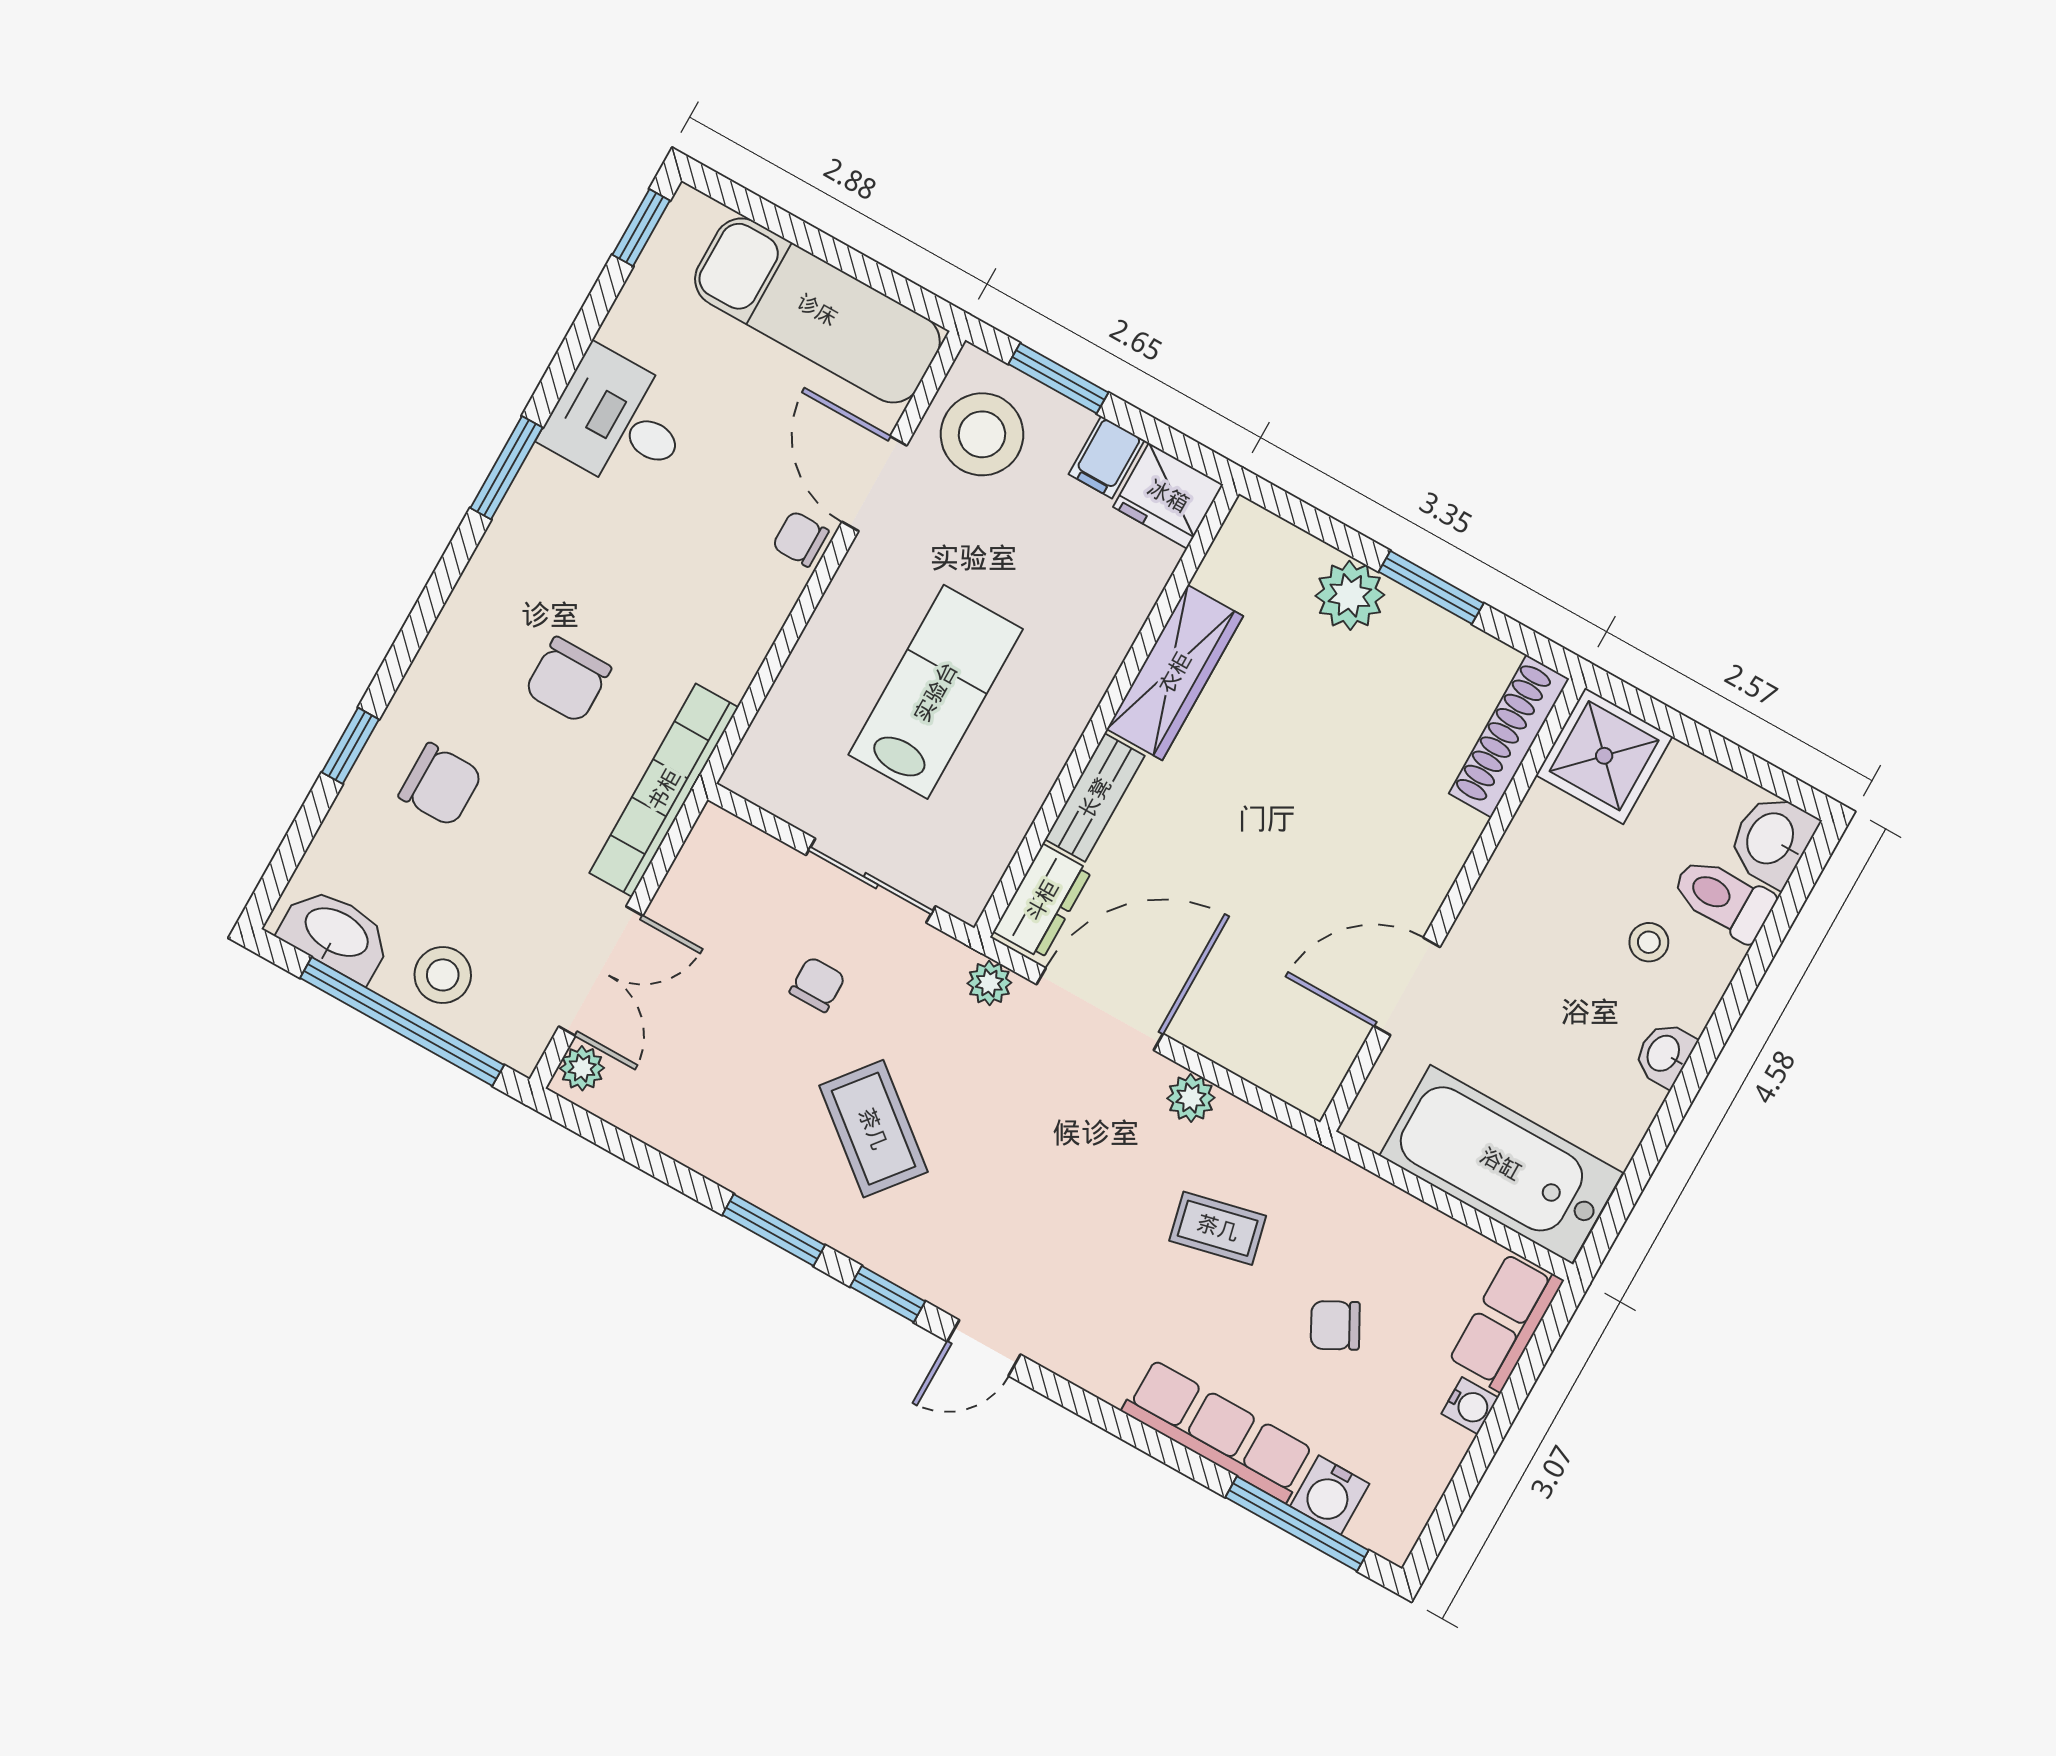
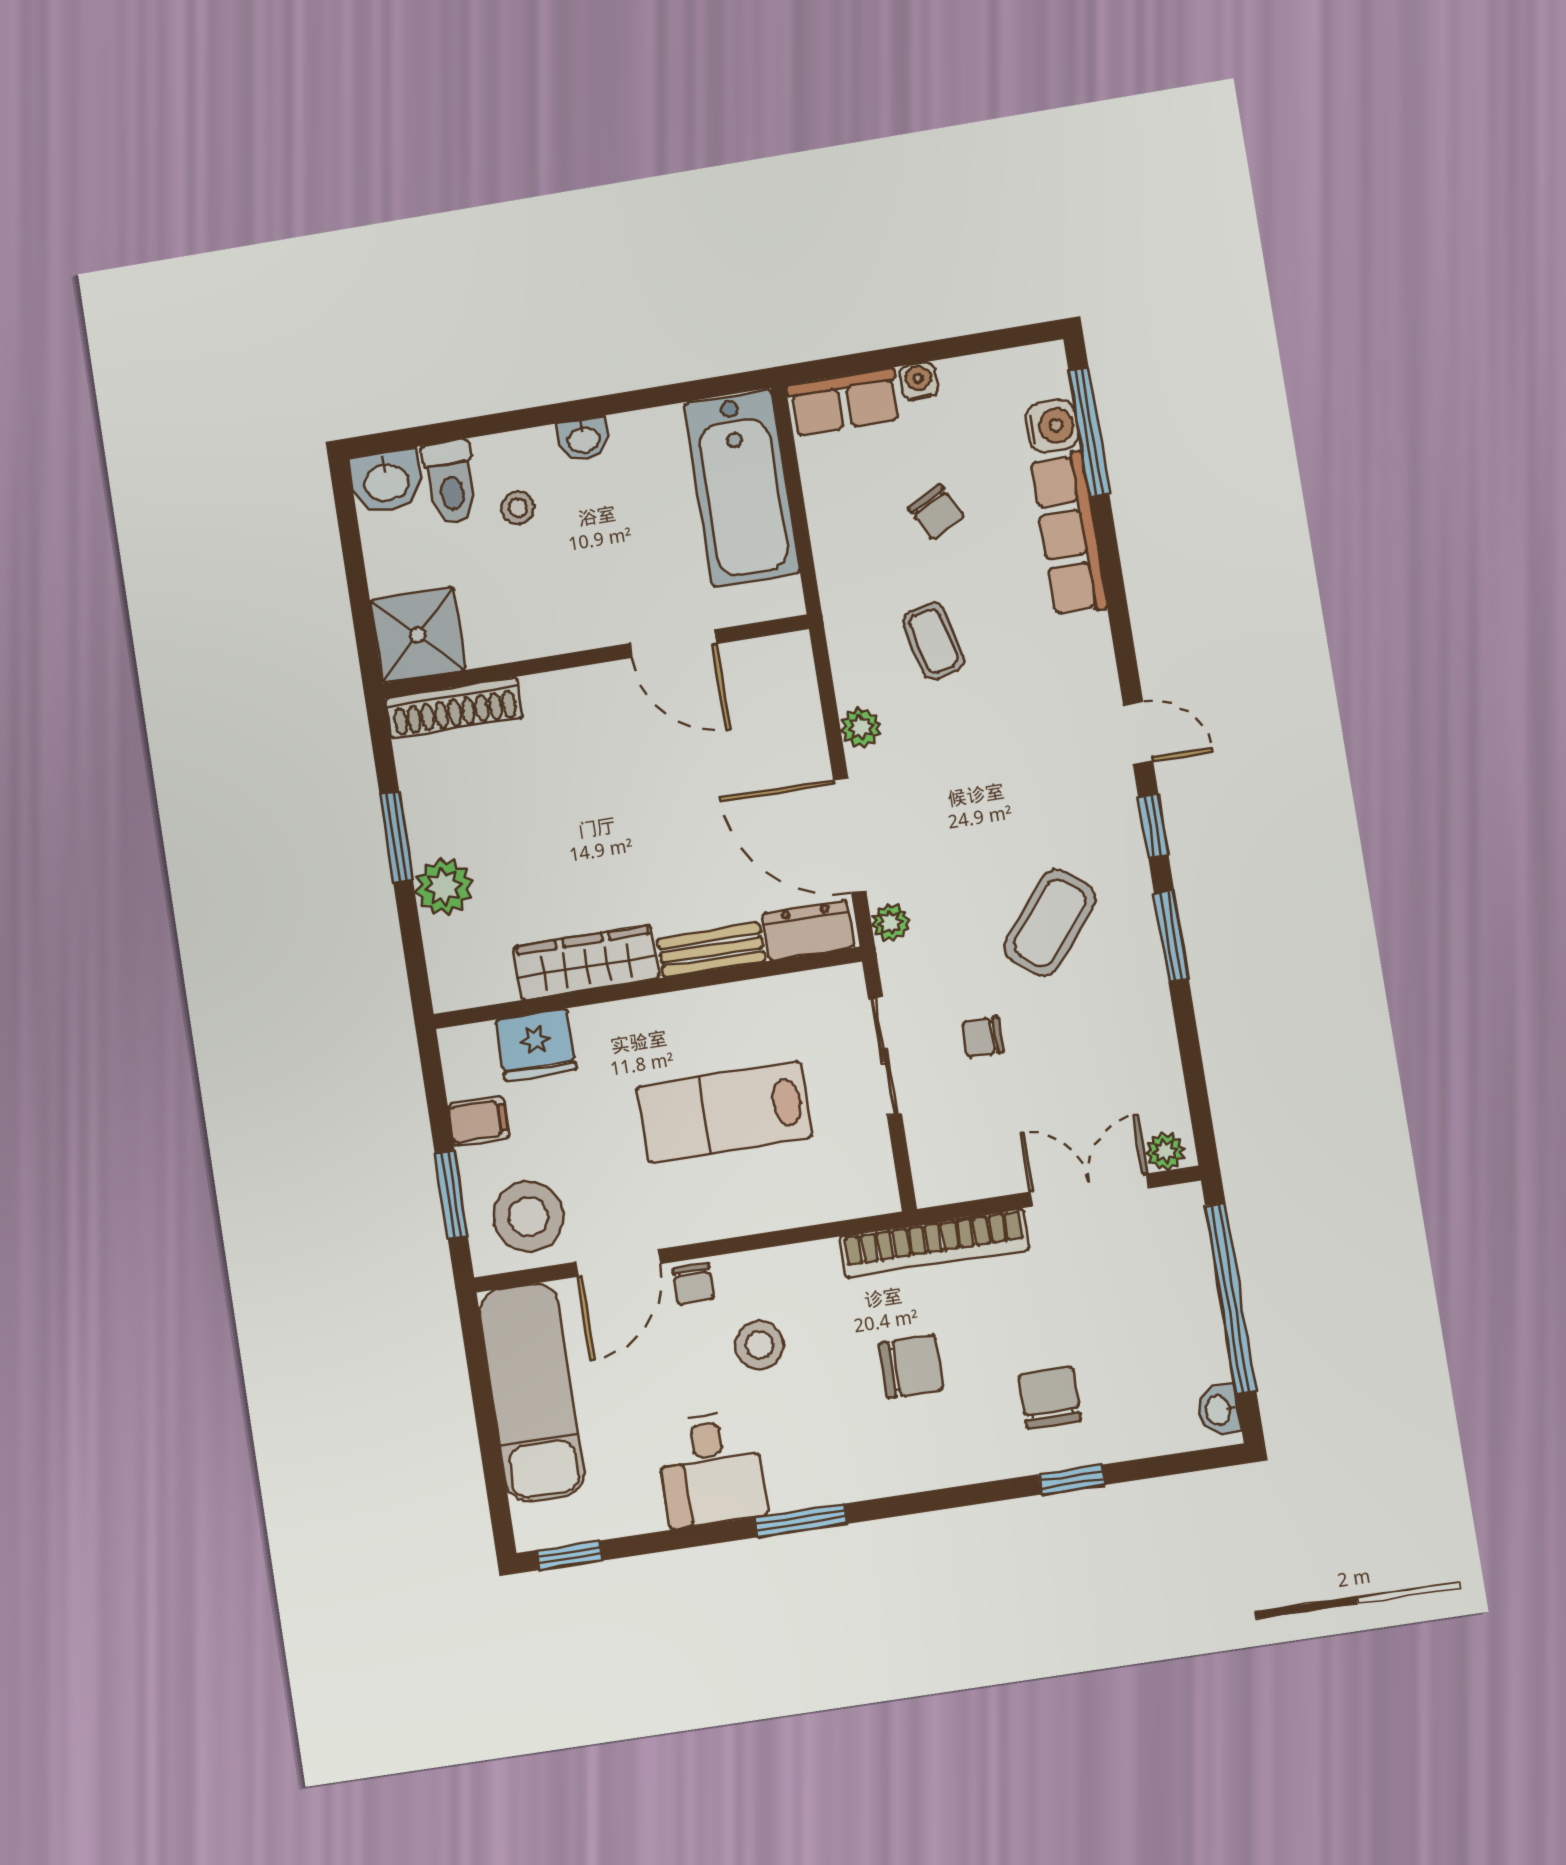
fridge: (1168, 496) -> (536, 1045), moved, turned 90
washbasin: (336, 934) -> (1219, 1410), width x0.52, depth x0.69
stool: (443, 975) -> (759, 1345), moved

